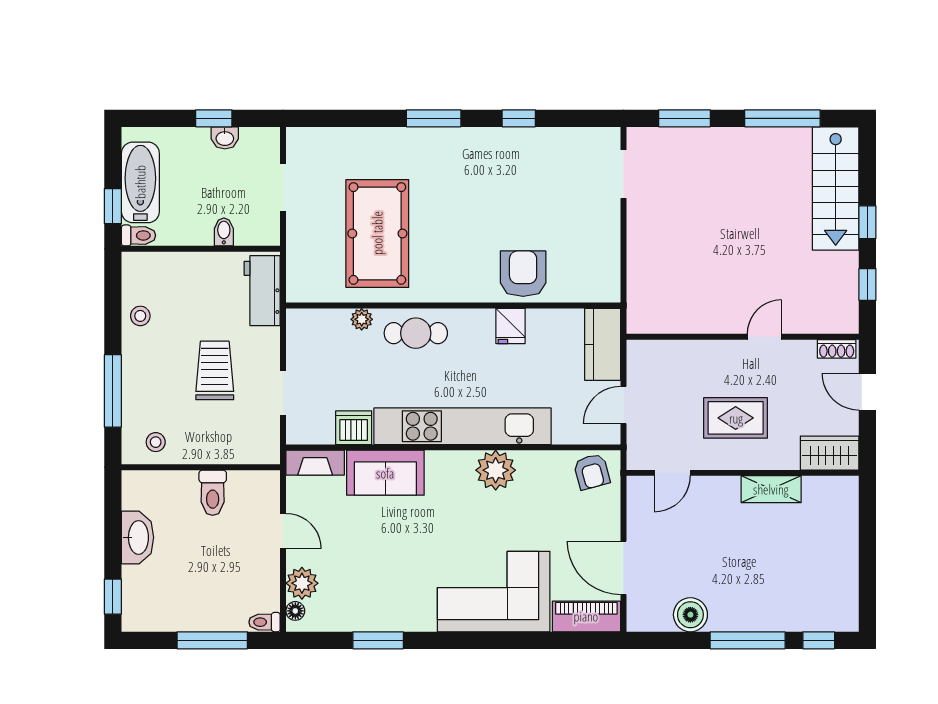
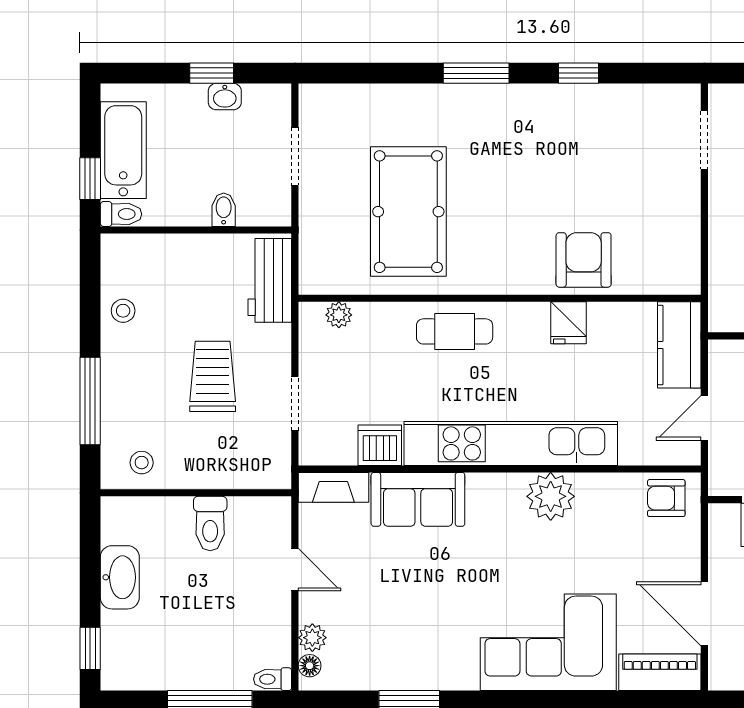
plant: (362, 319) -> (339, 315), moved
armchair: (592, 472) -> (666, 498), turned 105
plant: (302, 583) -> (312, 638), width x0.73, depth x0.73

